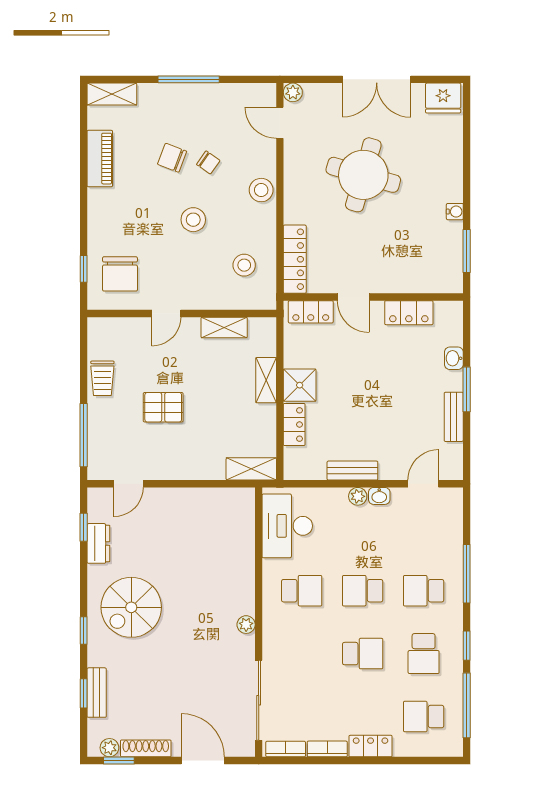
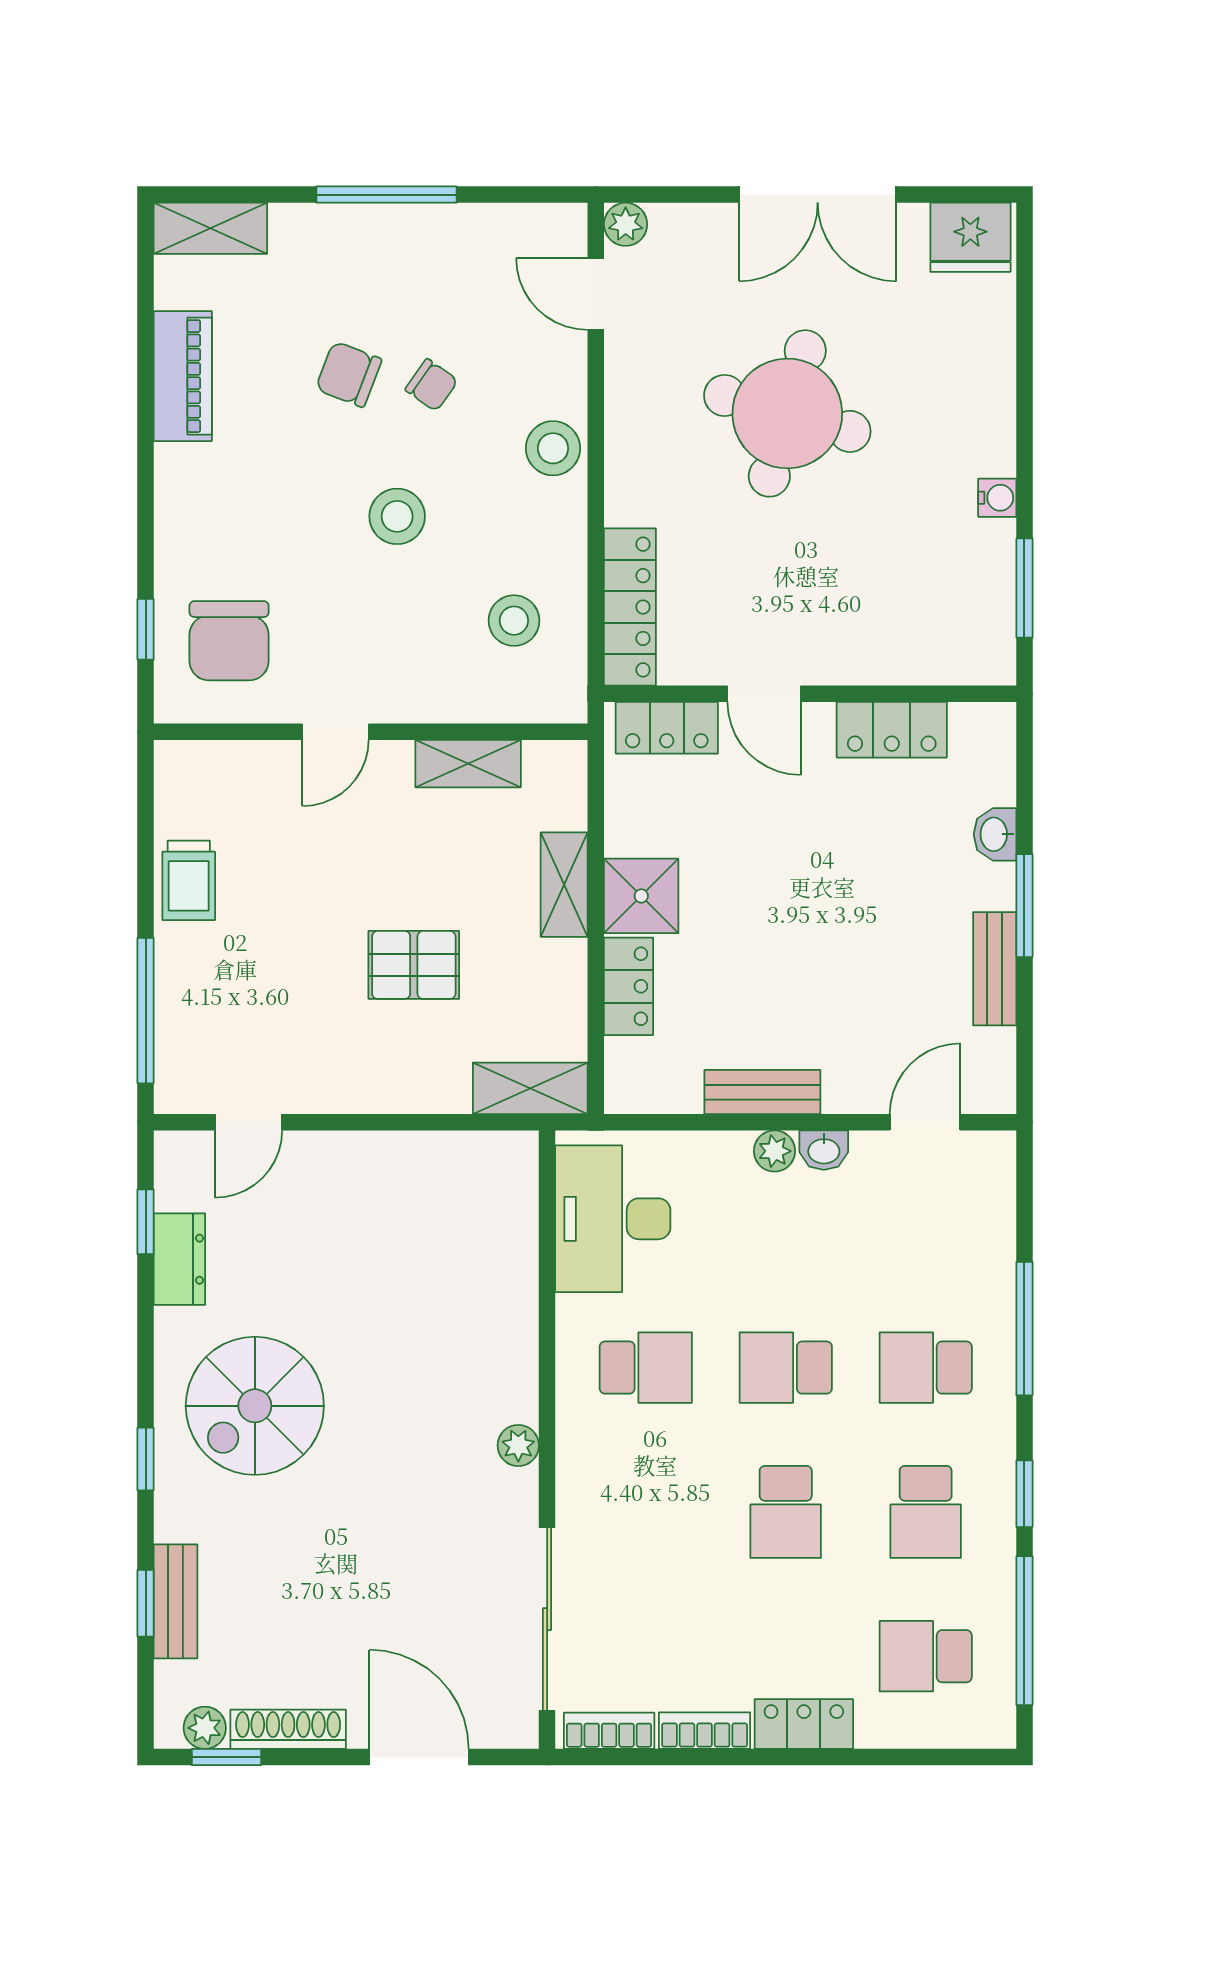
pallet: (163, 407) -> (414, 965), moved
school desk: (363, 654) -> (786, 1512), turned 90

